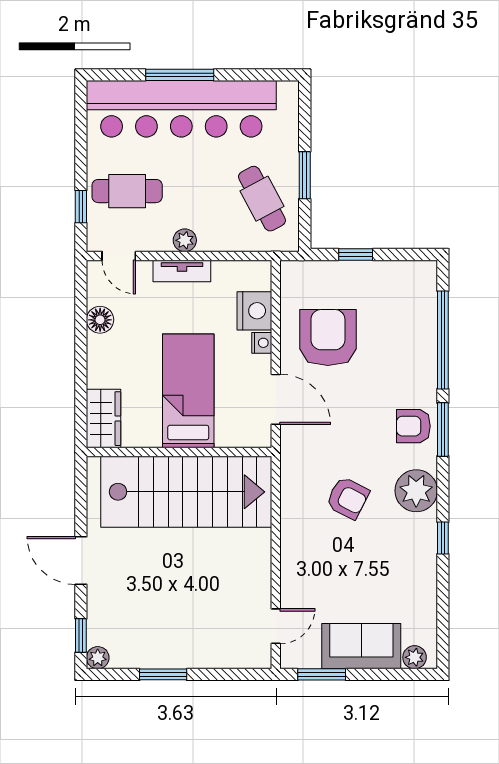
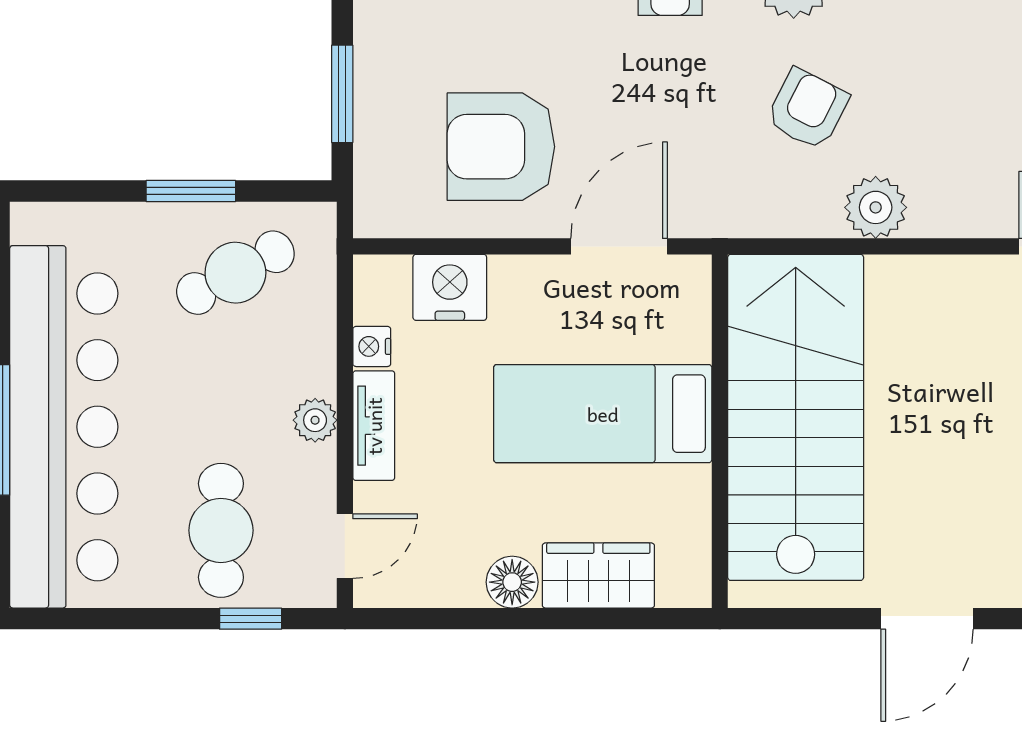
window: (356, 255) -> (342, 94), width x1.50
floor lamp: (100, 320) -> (512, 582), moved
nightstand: (262, 343) -> (372, 346), moved, turned -90
wardrobe: (104, 419) -> (598, 575), moved
plant: (296, 534) -> (876, 207), added

